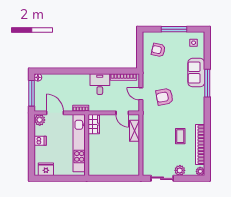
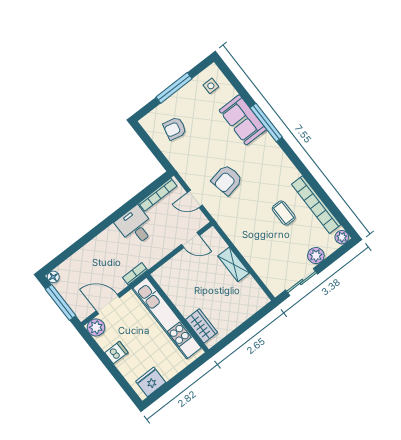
wardrobe: (94, 124) -> (202, 326), moved
shelving: (134, 131) -> (234, 264), moved

